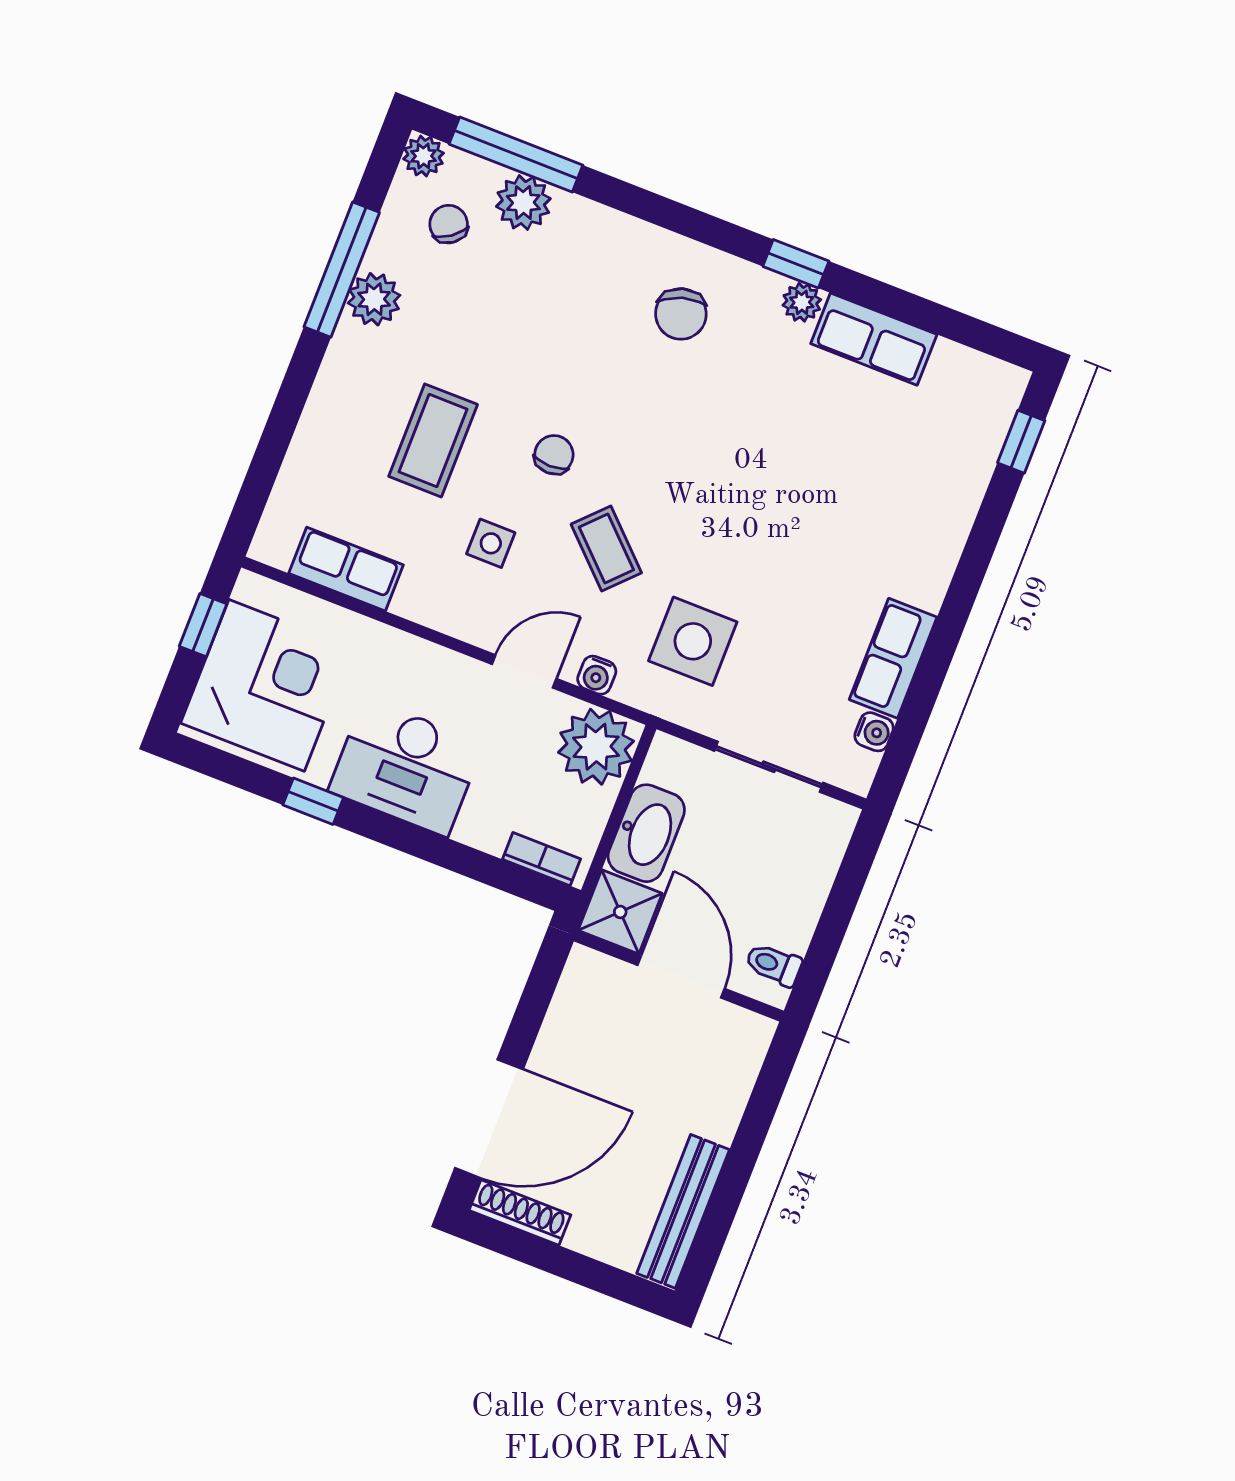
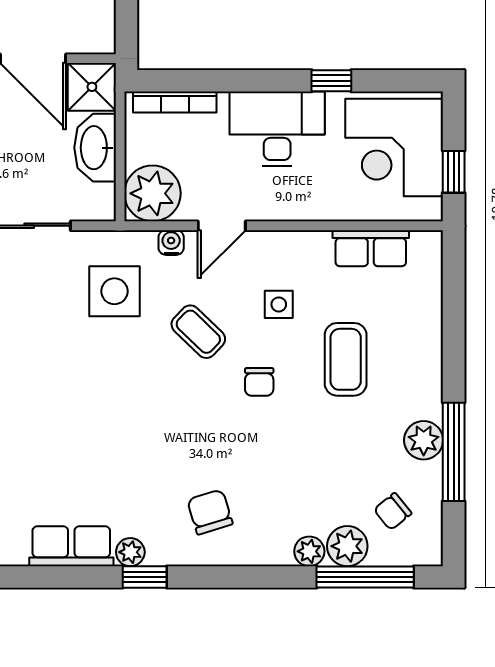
plant: (423, 156) -> (309, 551), moved
chair: (449, 224) -> (393, 511), turned 87
bookcase: (542, 859) -> (175, 102), width x1.56

